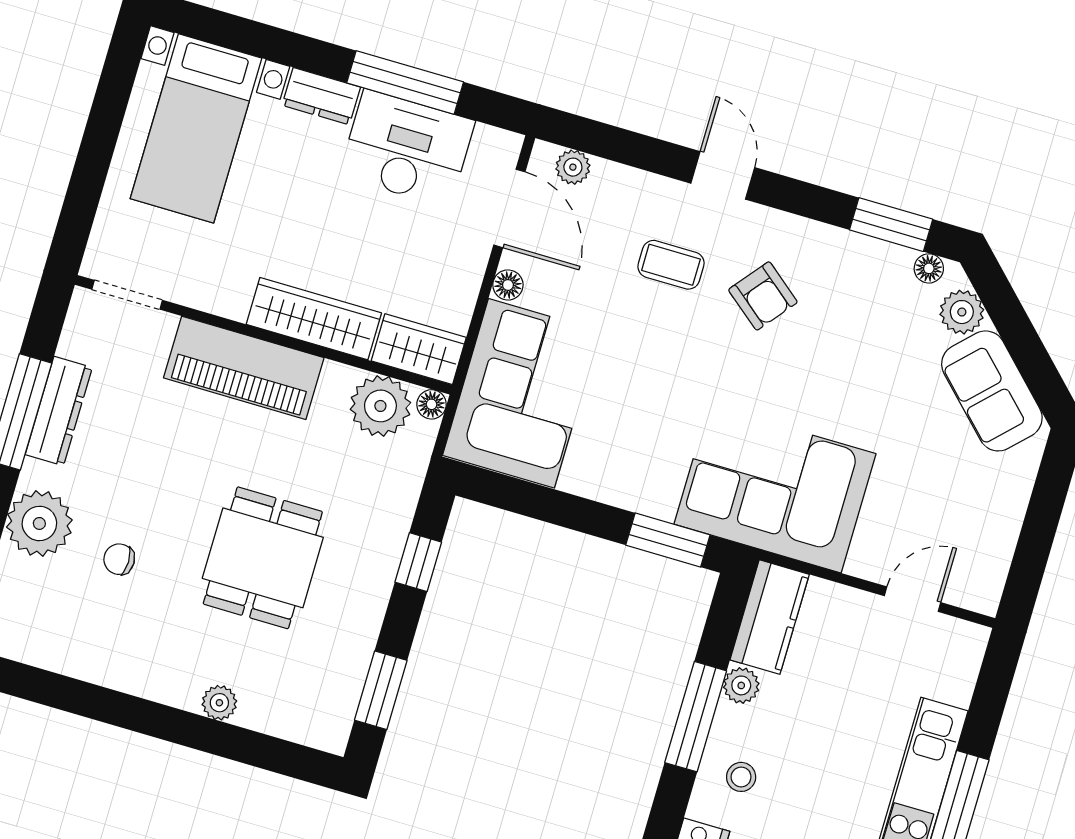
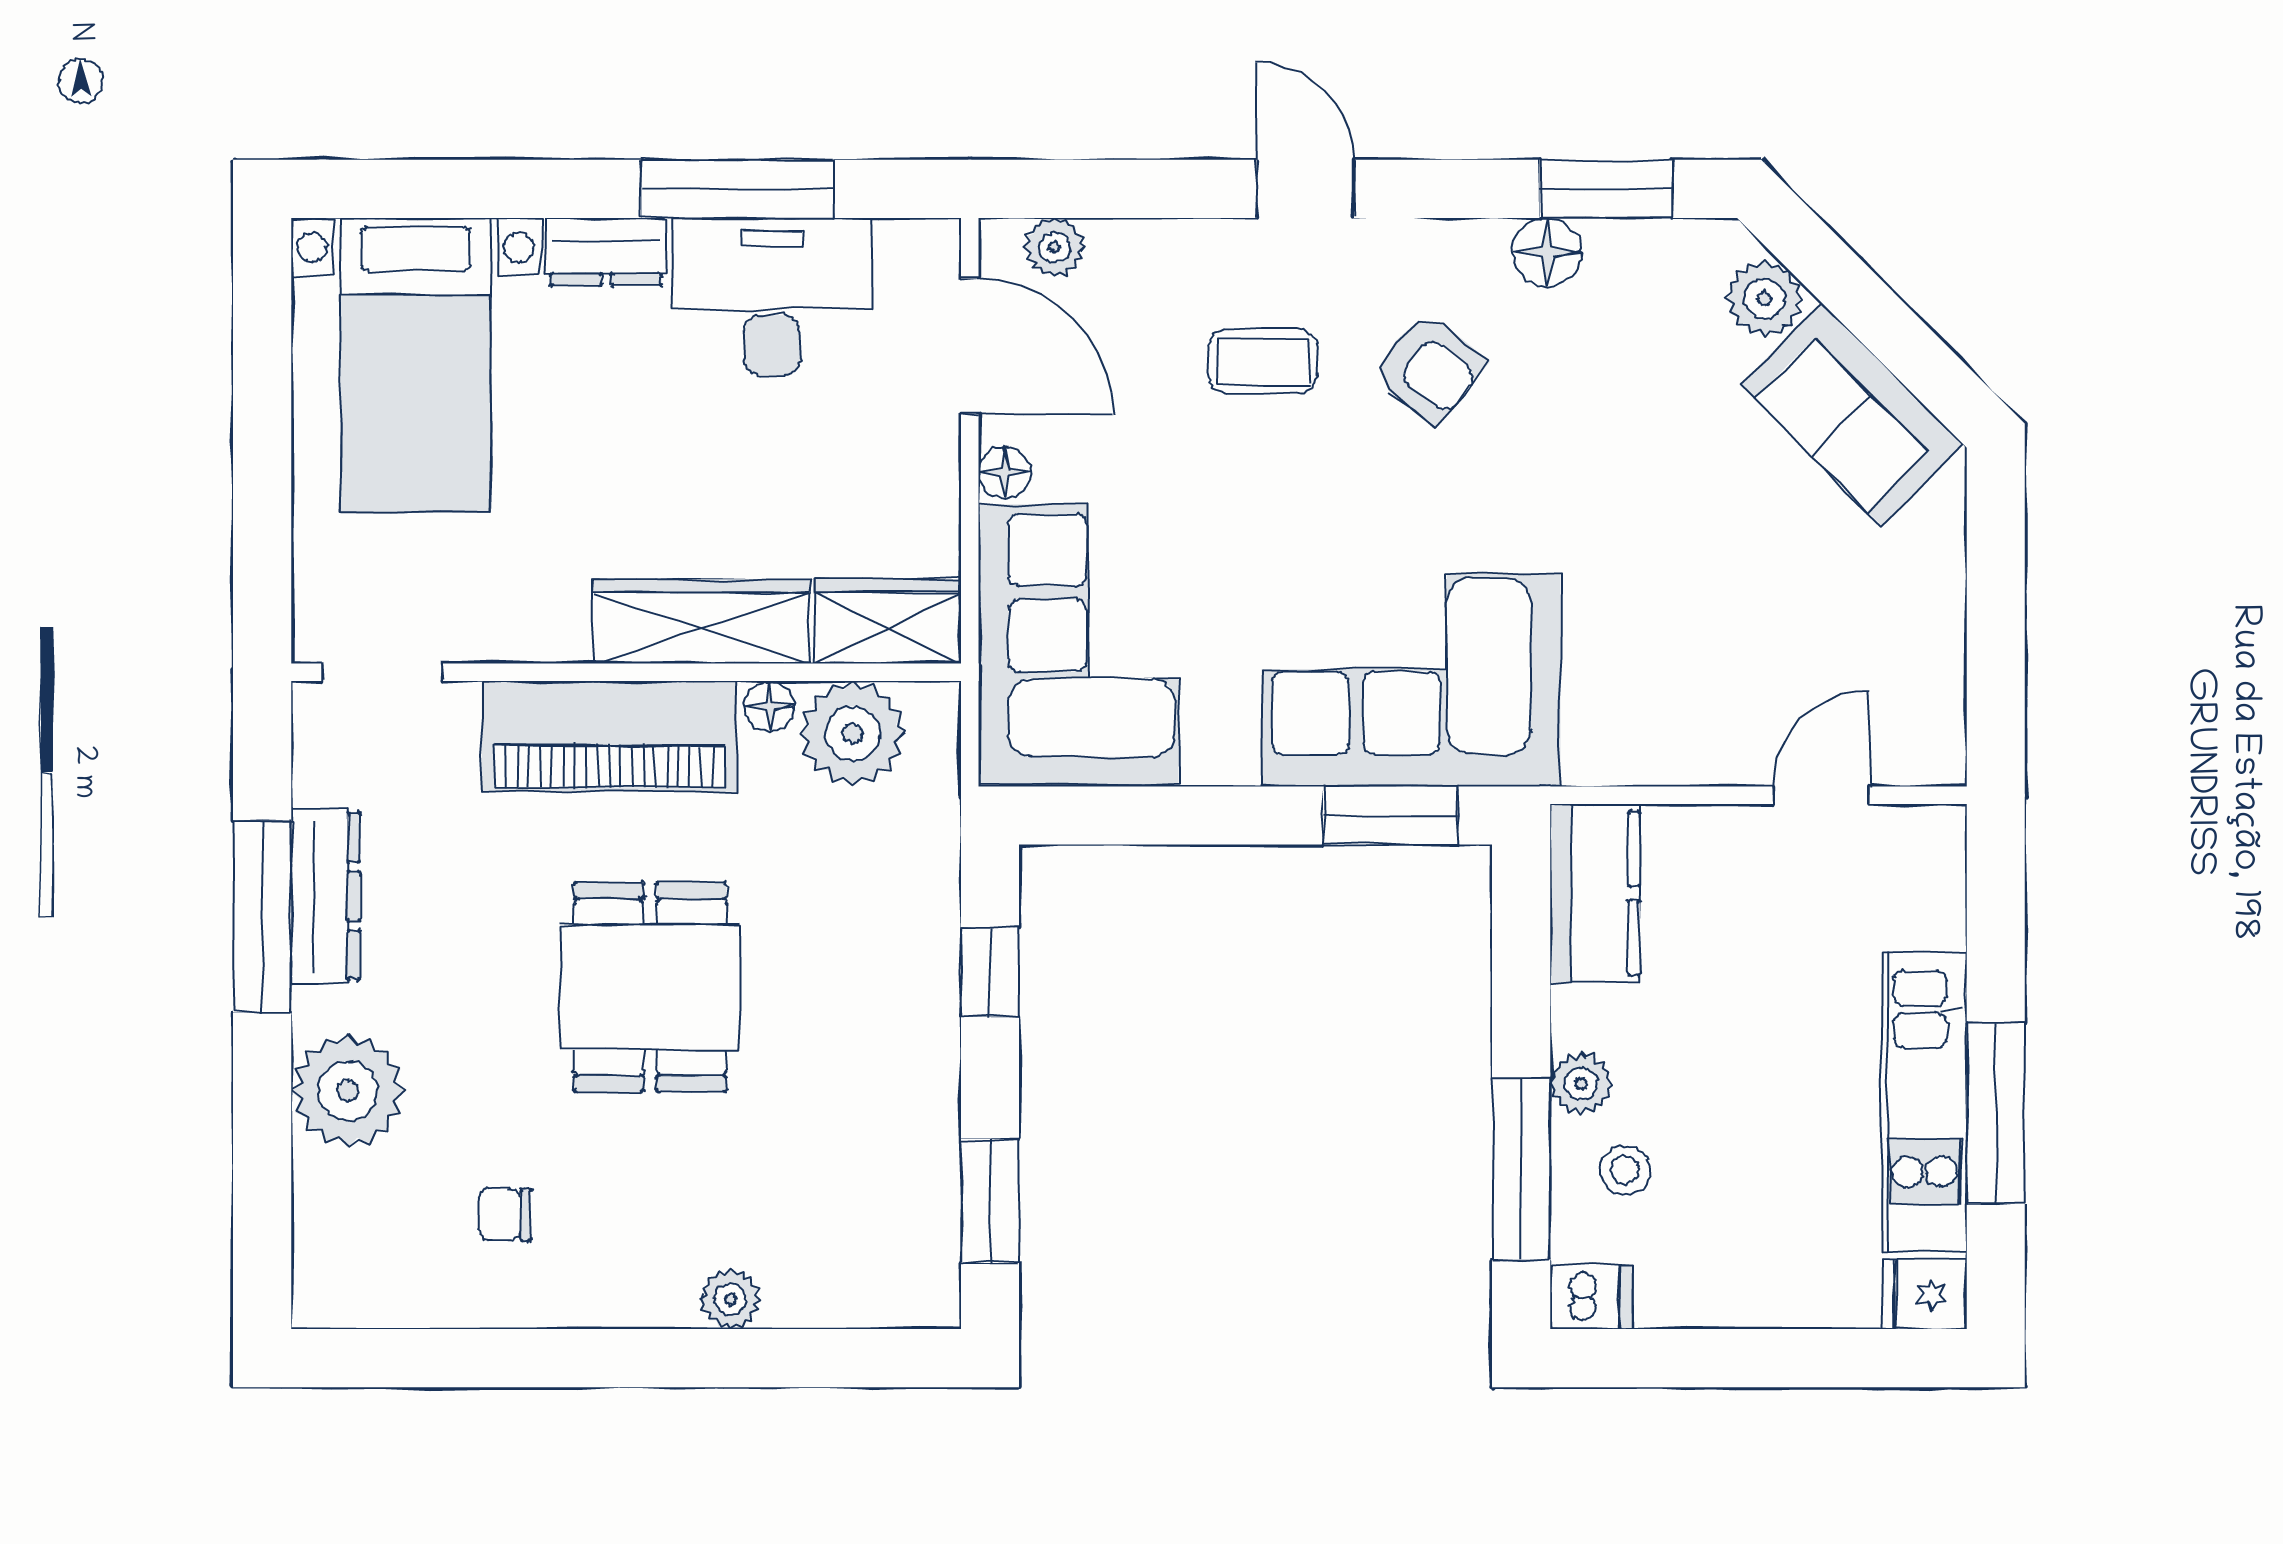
floor lamp: (929, 268) -> (1547, 252), moved, width x1.37, depth x1.37
floor lamp: (432, 404) -> (769, 706), moved
corner sofa: (775, 489) -> (1411, 680), moved
dining table: (263, 558) -> (650, 987), moved
chair: (119, 559) -> (505, 1215), moved
plant: (741, 685) -> (1581, 1084), moved
window: (696, 717) -> (1521, 1169), moved

